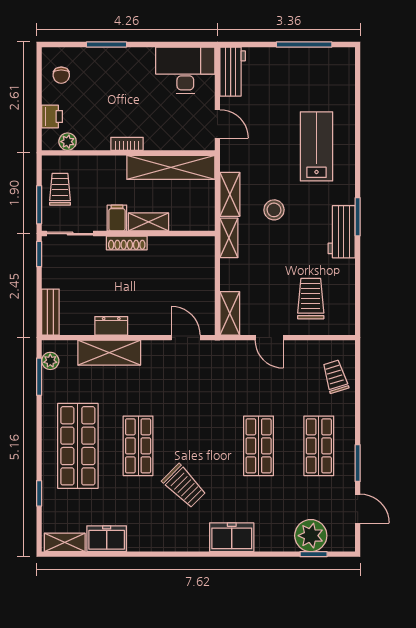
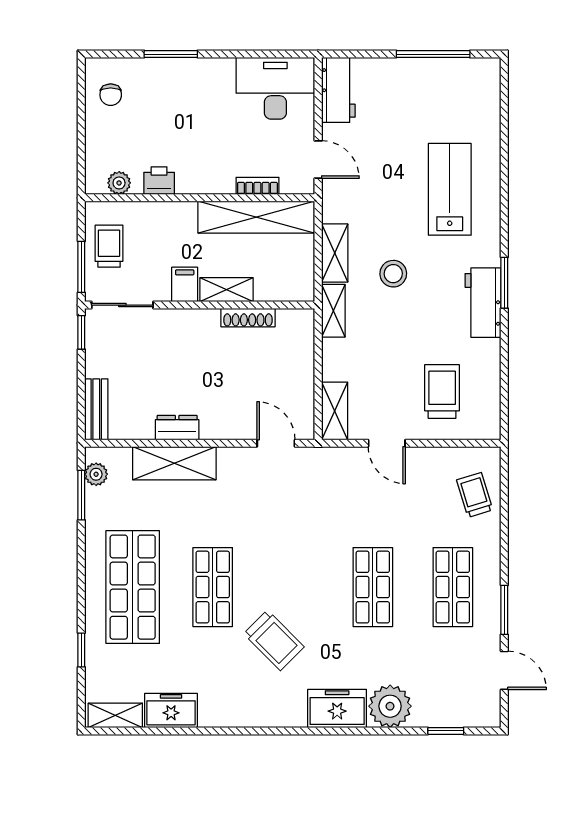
printer: (52, 116) -> (159, 181), moved, turned -90
bookcase: (127, 144) -> (257, 186), moved
shoe rack: (127, 243) -> (248, 318), moved
plant: (311, 536) -> (390, 706), moved

